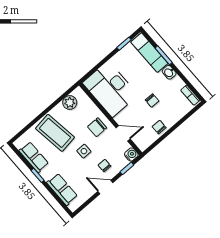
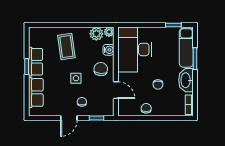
washbasin: (169, 72) -> (186, 80), width x1.91, depth x1.45
plant: (78, 92) -> (109, 32), added
chair: (97, 127) -> (101, 69), turned 95
coffee table: (55, 133) -> (66, 47), width x0.73, depth x0.76
water cooler: (131, 154) -> (109, 50), moved
row of seats: (34, 157) -> (35, 62), moved
door: (105, 187) -> (69, 118), swing flipped

